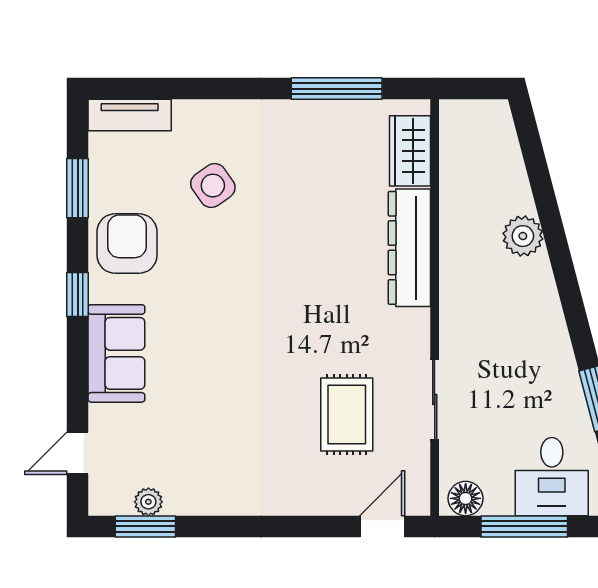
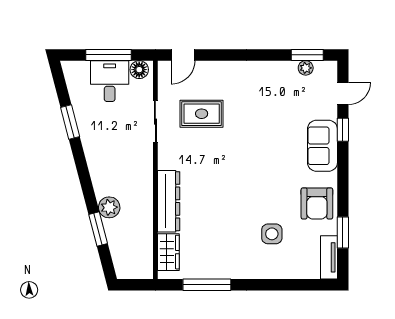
tv unit: (130, 115) -> (329, 257), moved, turned -90
side table: (213, 186) -> (272, 234), turned 35
window: (544, 195) -> (98, 229), added
window: (78, 294) -> (343, 130), moved
rug: (347, 415) -> (202, 114), turned 90
desk: (552, 477) -> (110, 81), moved

